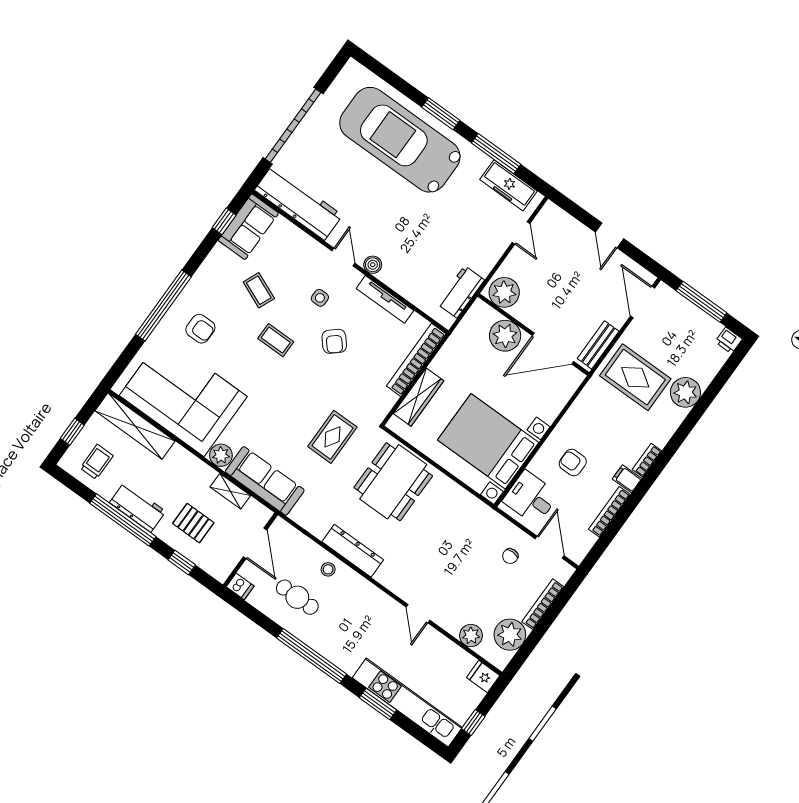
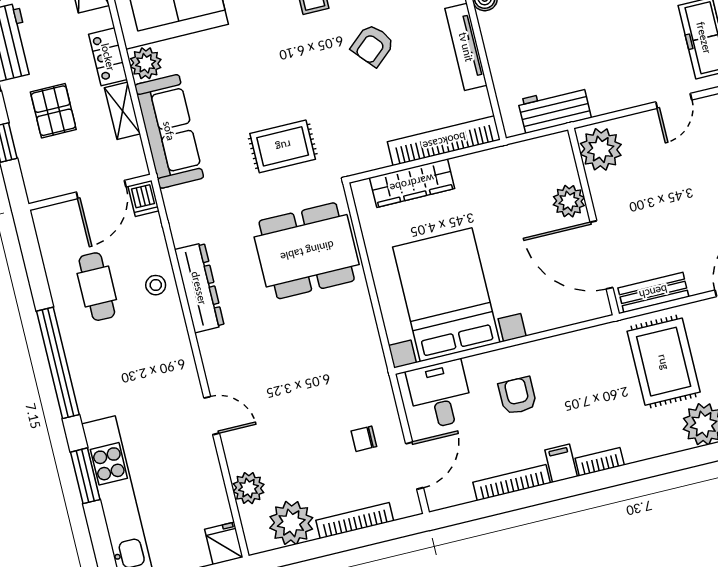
plant: (505, 336) -> (569, 201), width x0.73, depth x0.73
locker: (198, 469) -> (108, 57), added
dishwasher: (240, 586) -> (143, 198), moved
door: (418, 614) -> (212, 416), swing flipped

